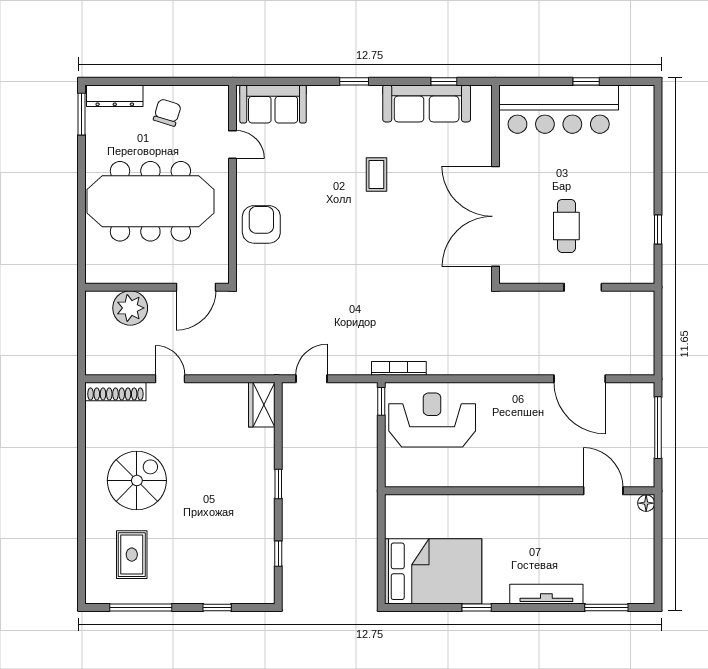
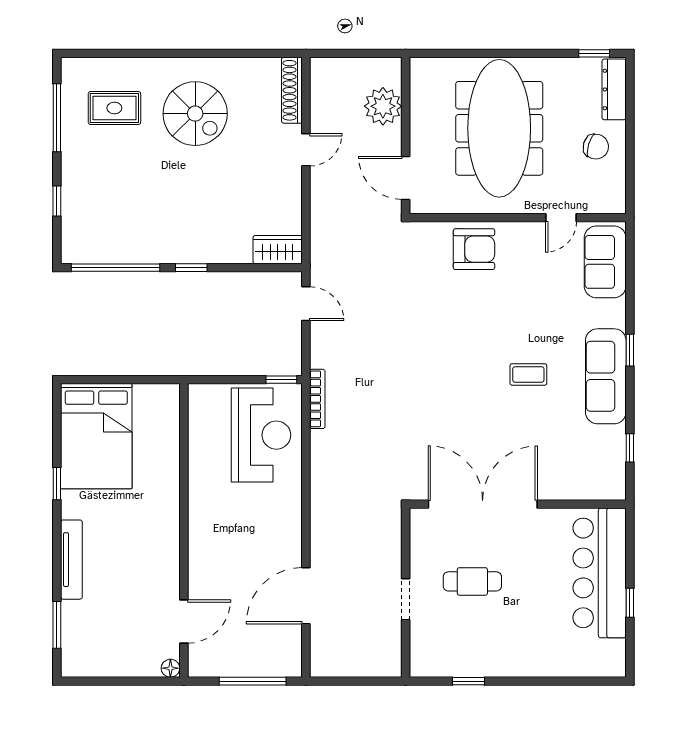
sofa: (427, 103) -> (606, 376), moved
window: (82, 114) -> (594, 53), width x0.67
window: (278, 554) -> (116, 268), width x3.17

